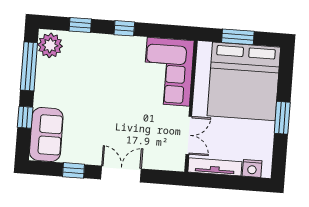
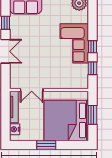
window: (80, 25) -> (93, 68), moved
corner sofa: (168, 72) -> (74, 43), moved, turned -90

